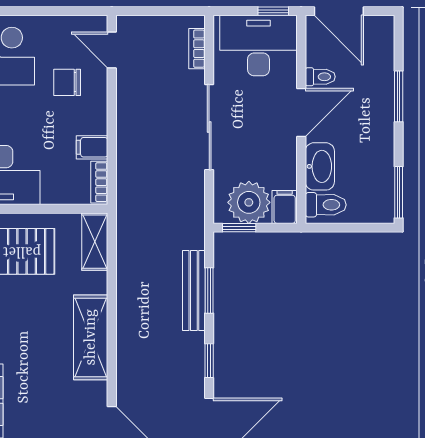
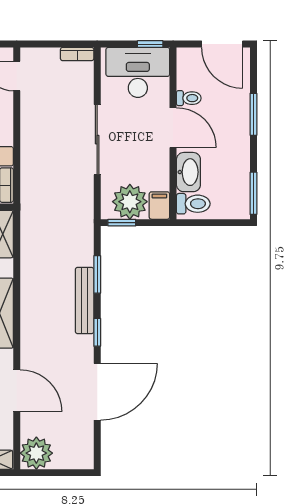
door: (339, 11) -> (222, 44), moved
bookcase: (197, 49) -> (77, 54), moved, turned -90
door: (301, 113) -> (173, 128), hinge flipped
bench: (194, 291) -> (85, 300), moved

